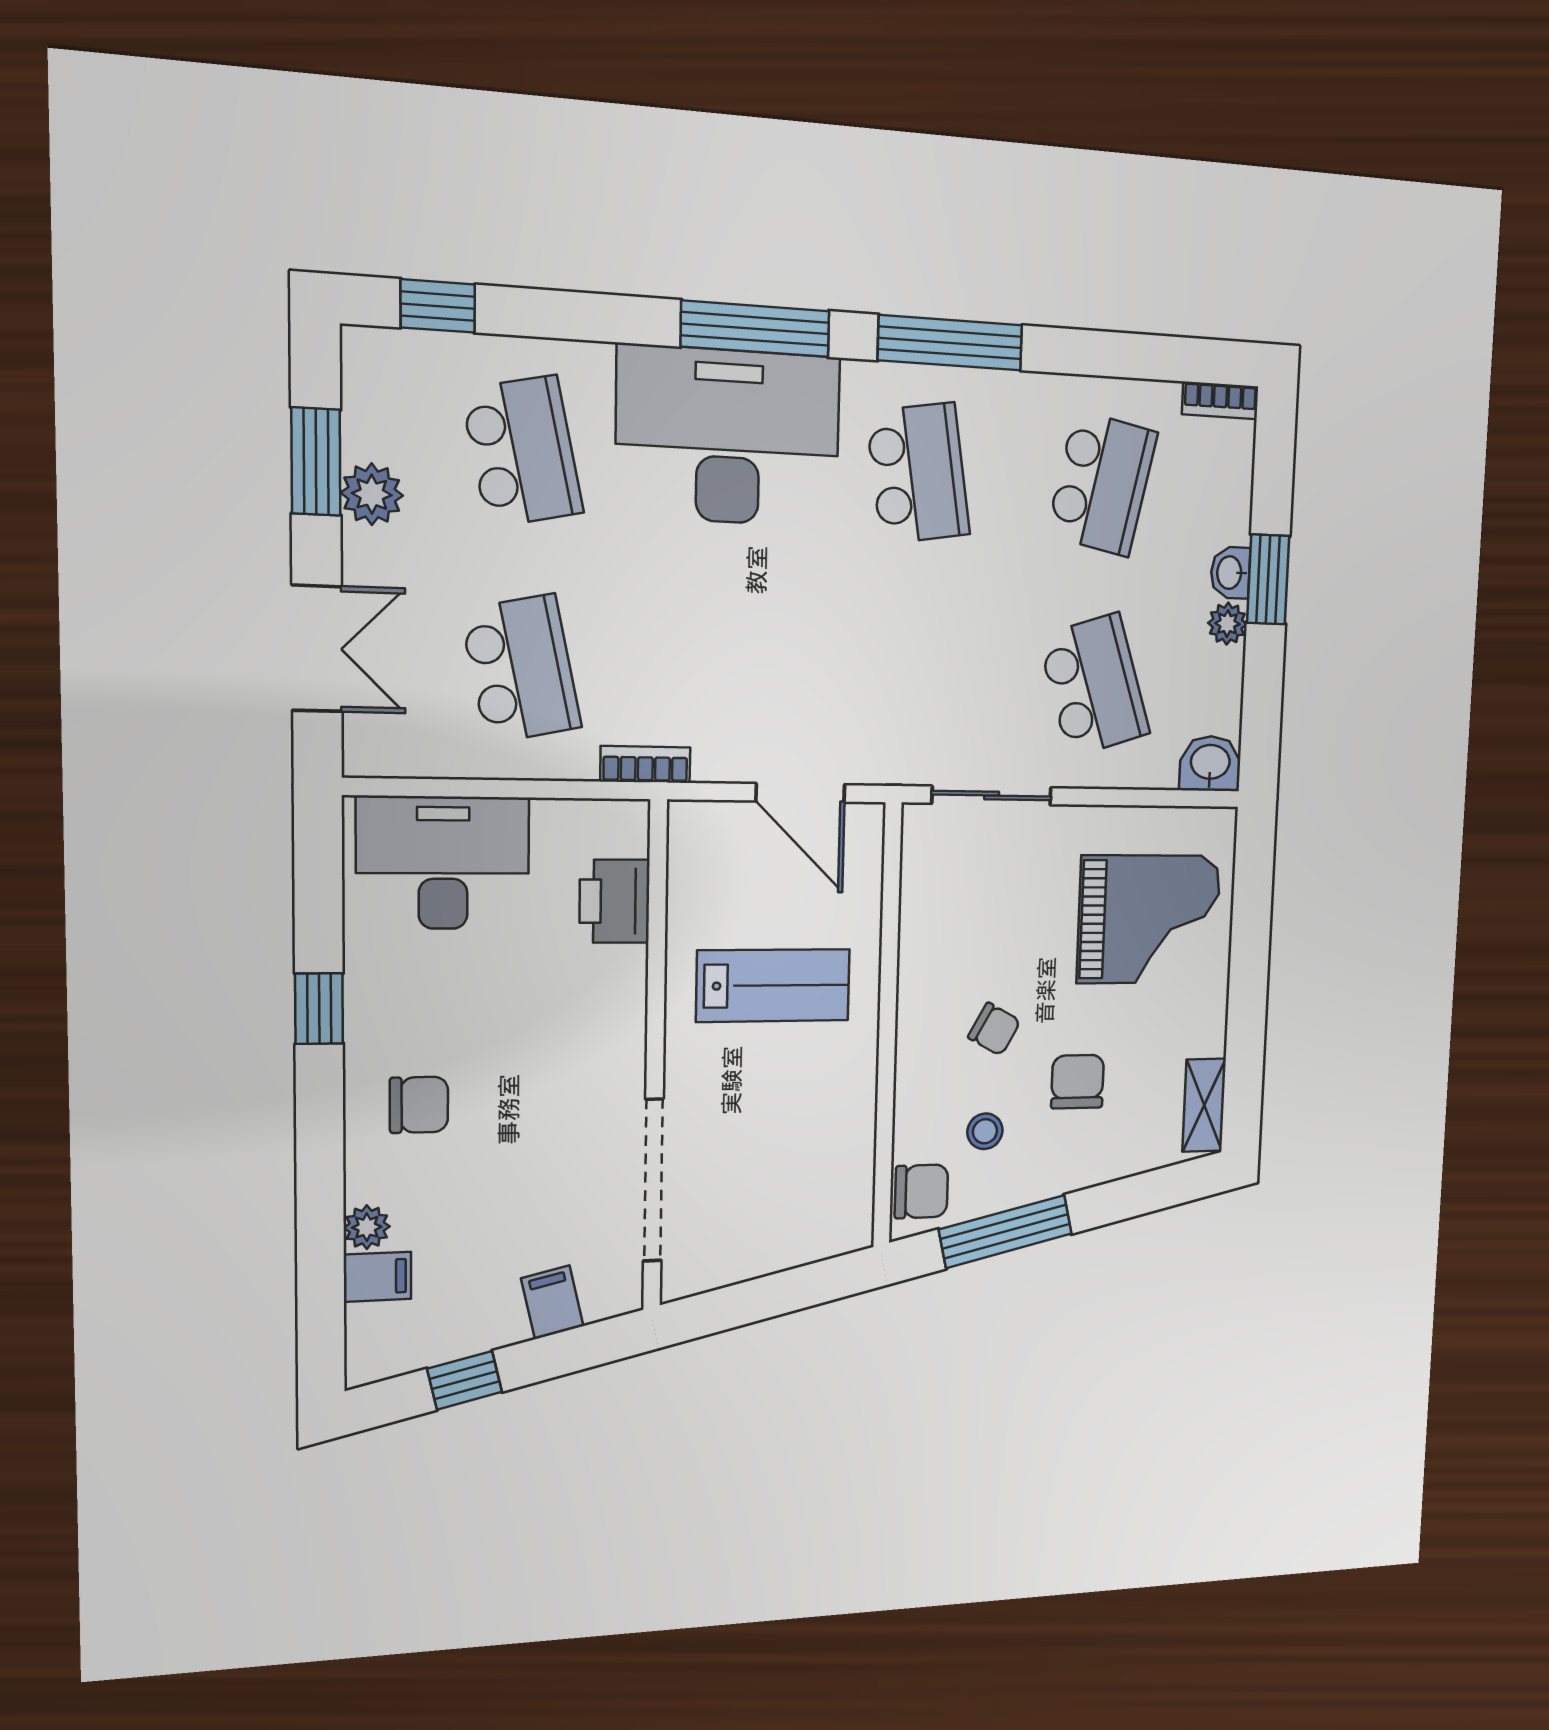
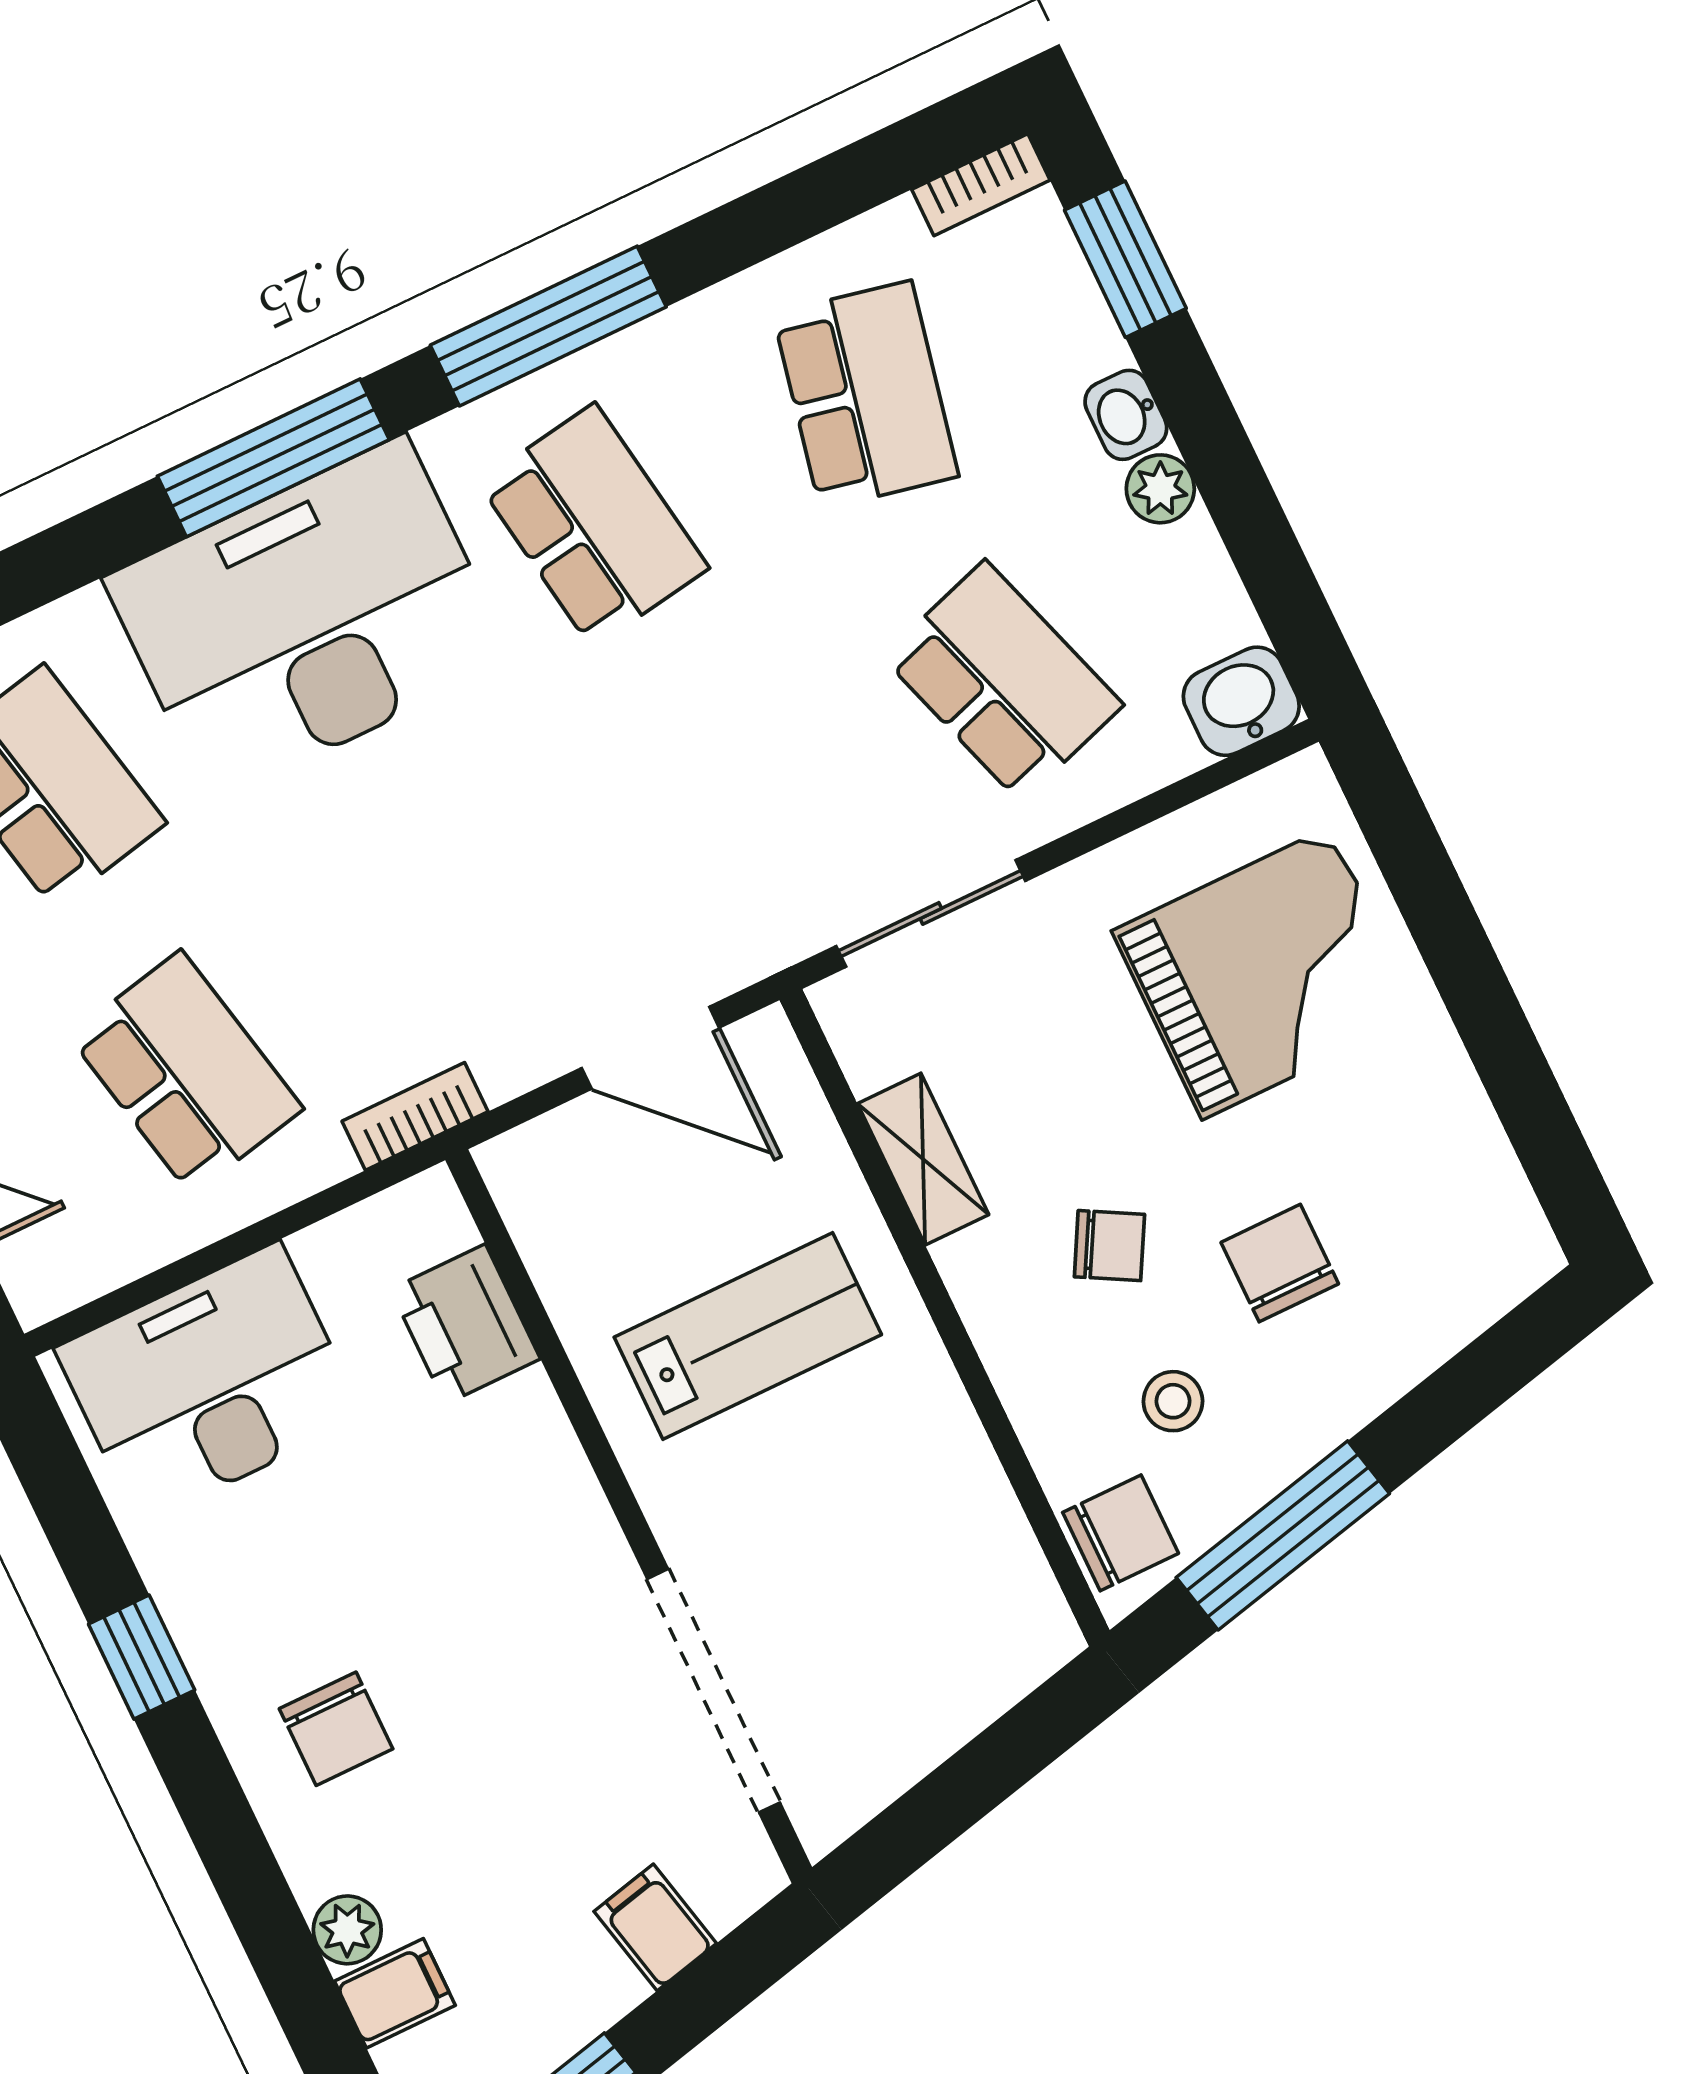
window: (1268, 579) -> (1125, 259), moved
chair: (419, 1105) -> (336, 1729), turned 90
shelving: (1204, 1105) -> (923, 1159), moved

